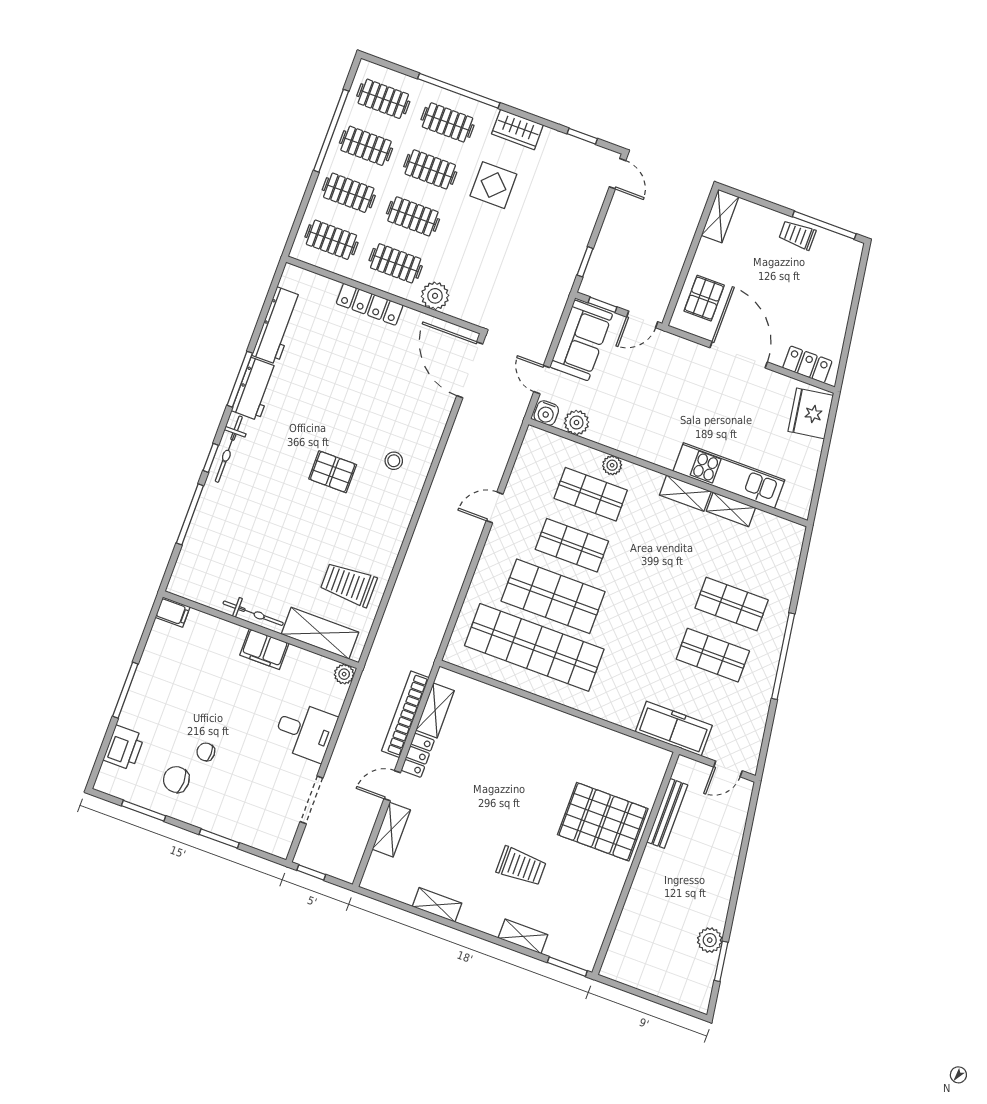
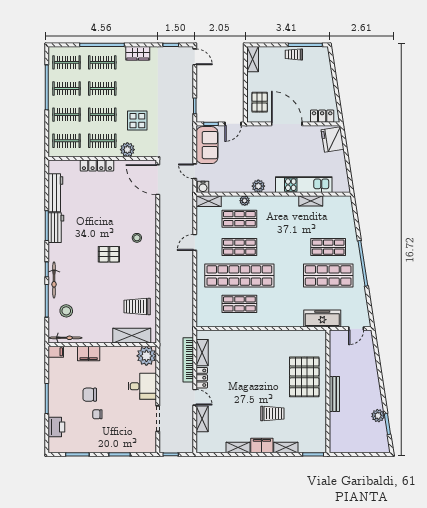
display table: (493, 185) -> (137, 121), moved
plant: (577, 423) -> (258, 186), moved
bicycle: (229, 449) -> (54, 280), moved
shelving: (685, 493) -> (209, 201), moved
stool: (218, 545) -> (66, 311), added
shop shelf: (553, 596) -> (239, 275), width x1.40
bicycle: (253, 613) -> (66, 338), moved
shop shelf: (534, 647) -> (239, 304), width x0.50, depth x0.74
filing cabinet: (264, 649) -> (89, 353), moved
shop shelf: (713, 655) -> (328, 275), width x1.43, depth x1.36
plant: (344, 674) -> (146, 356), width x1.87, depth x1.87
chair: (176, 779) -> (90, 395), moved
door: (392, 786) -> (195, 397), swing flipped
bench: (667, 813) -> (334, 394), moved
pallet: (603, 822) -> (304, 377), turned 90
filing cabinet: (481, 917) -> (262, 446), added

